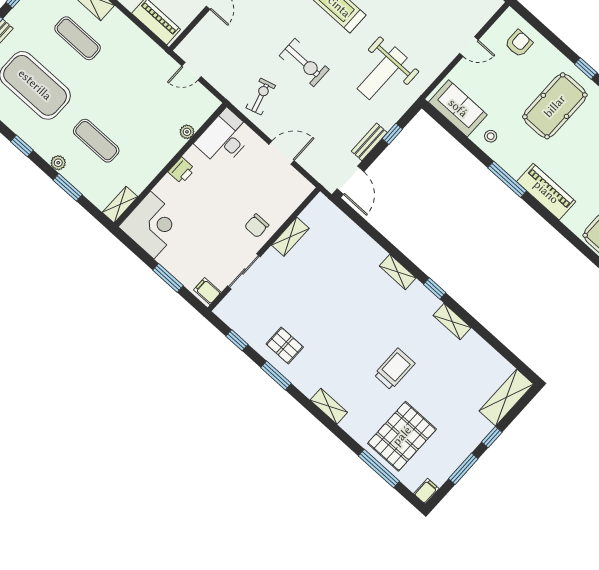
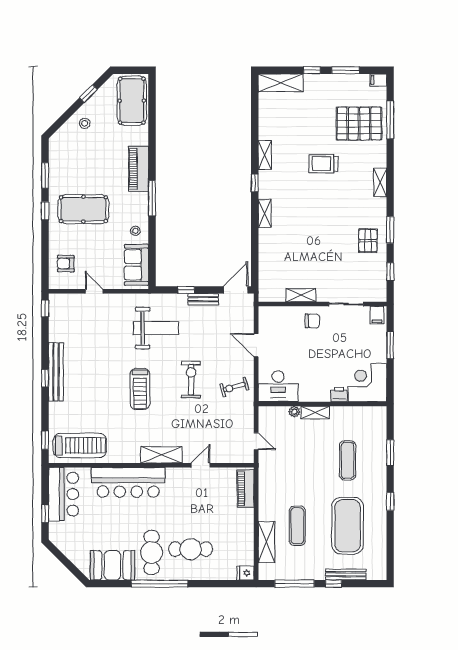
plant: (58, 163) -> (381, 471), removed
printer: (182, 170) -> (339, 394), moved
shelving: (120, 205) -> (315, 412), moved

